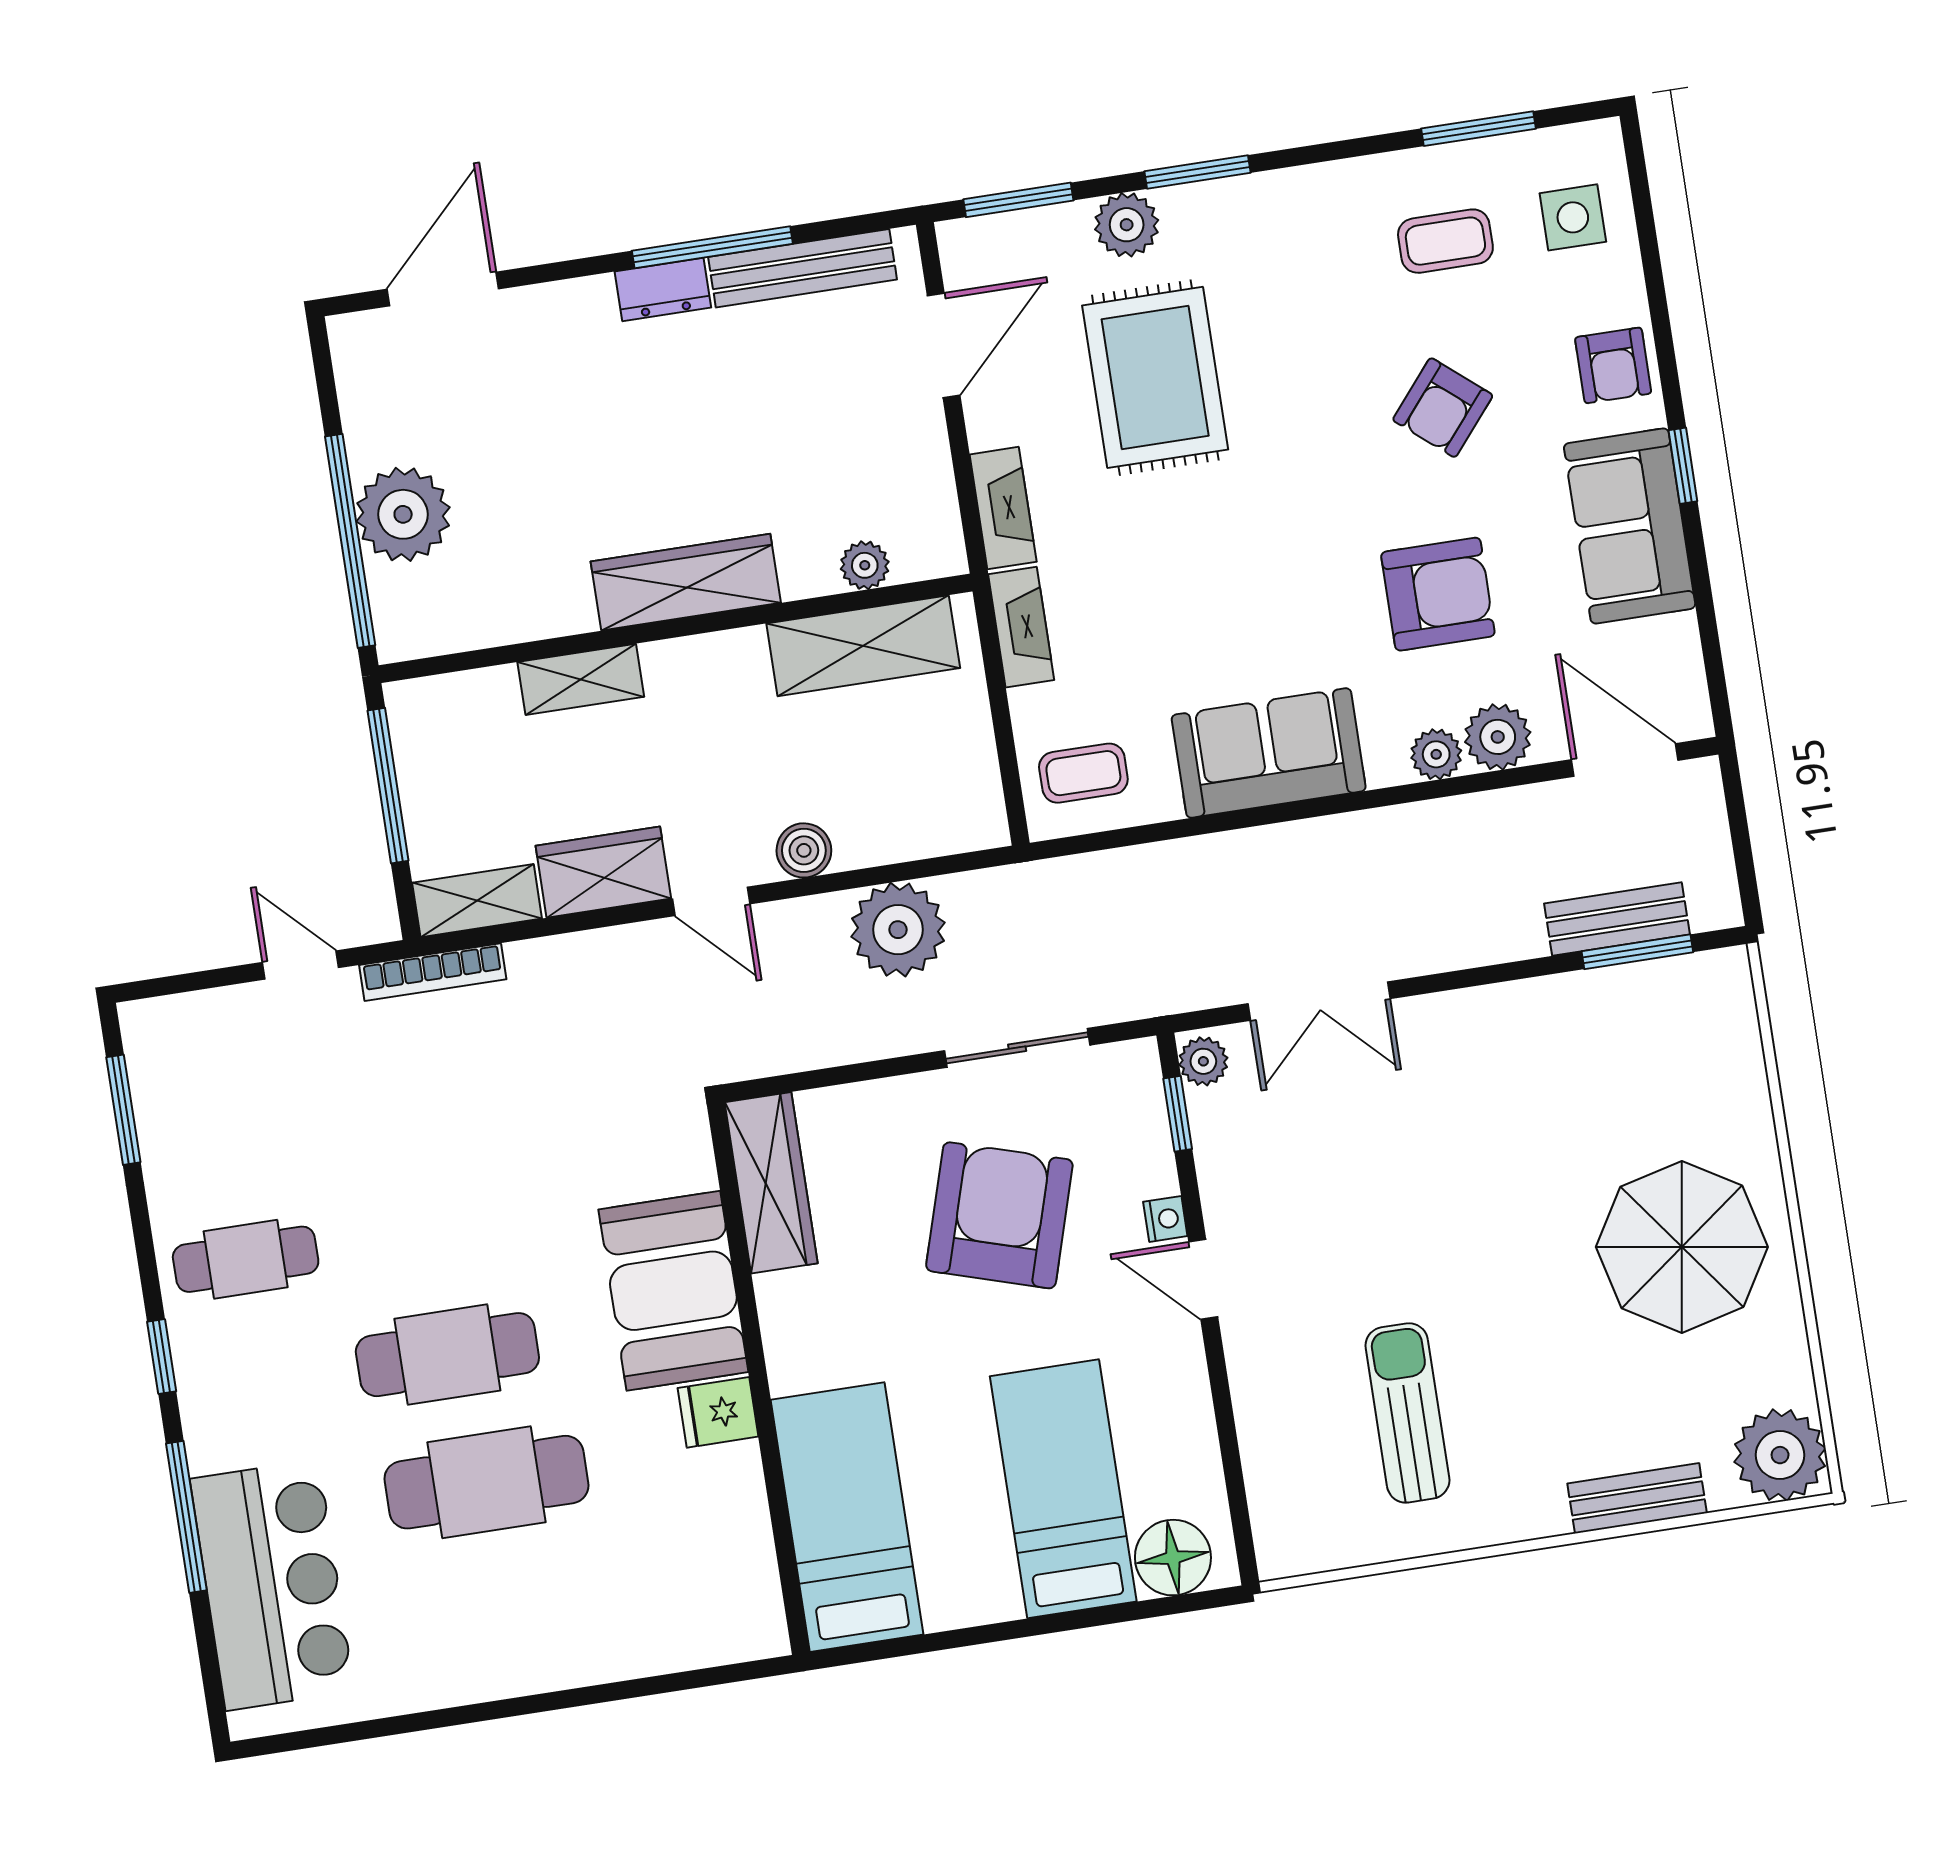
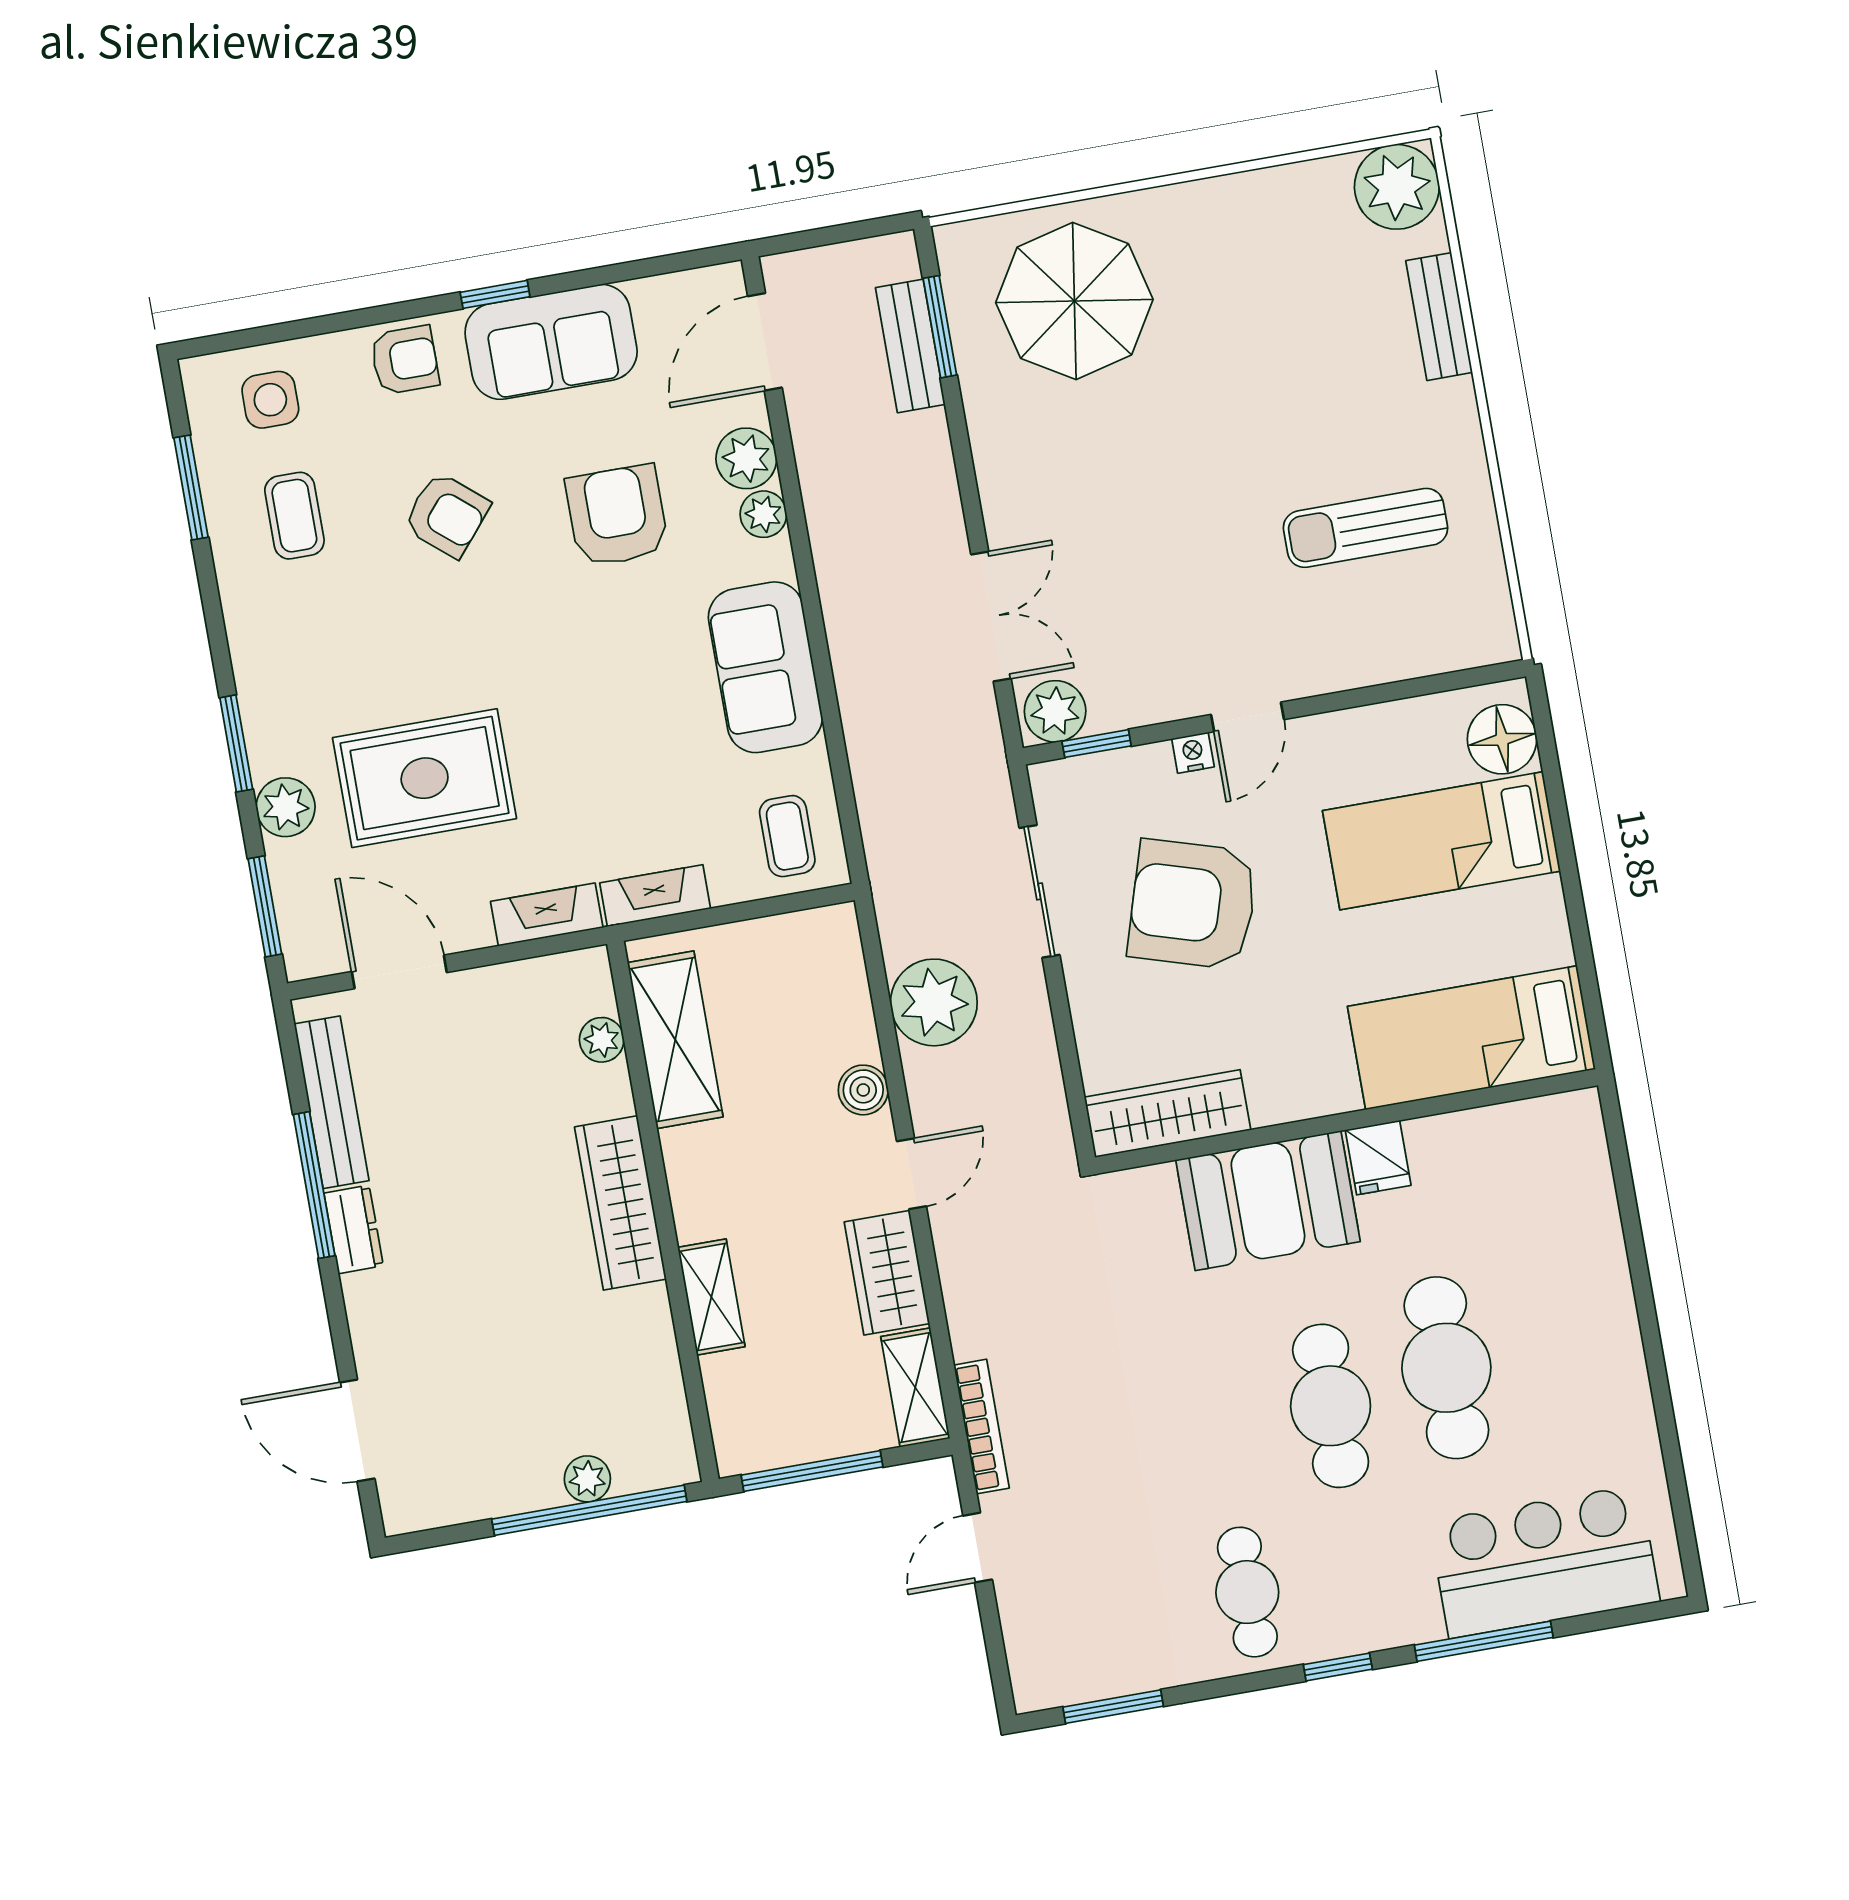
plant: (403, 514) -> (587, 1479), width x0.53, depth x0.53
plant: (1203, 1061) -> (1055, 711), width x1.38, depth x1.38
parasol: (1682, 1247) -> (1074, 301), moved

